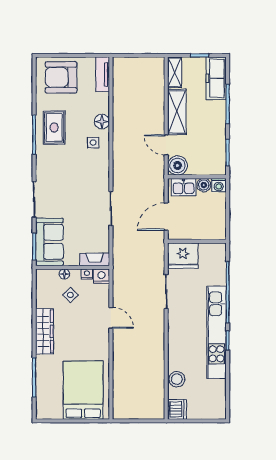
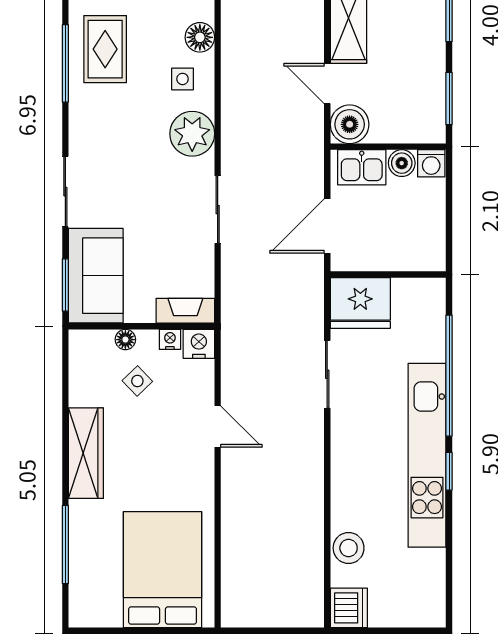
plant: (98, 170) -> (192, 134), added

